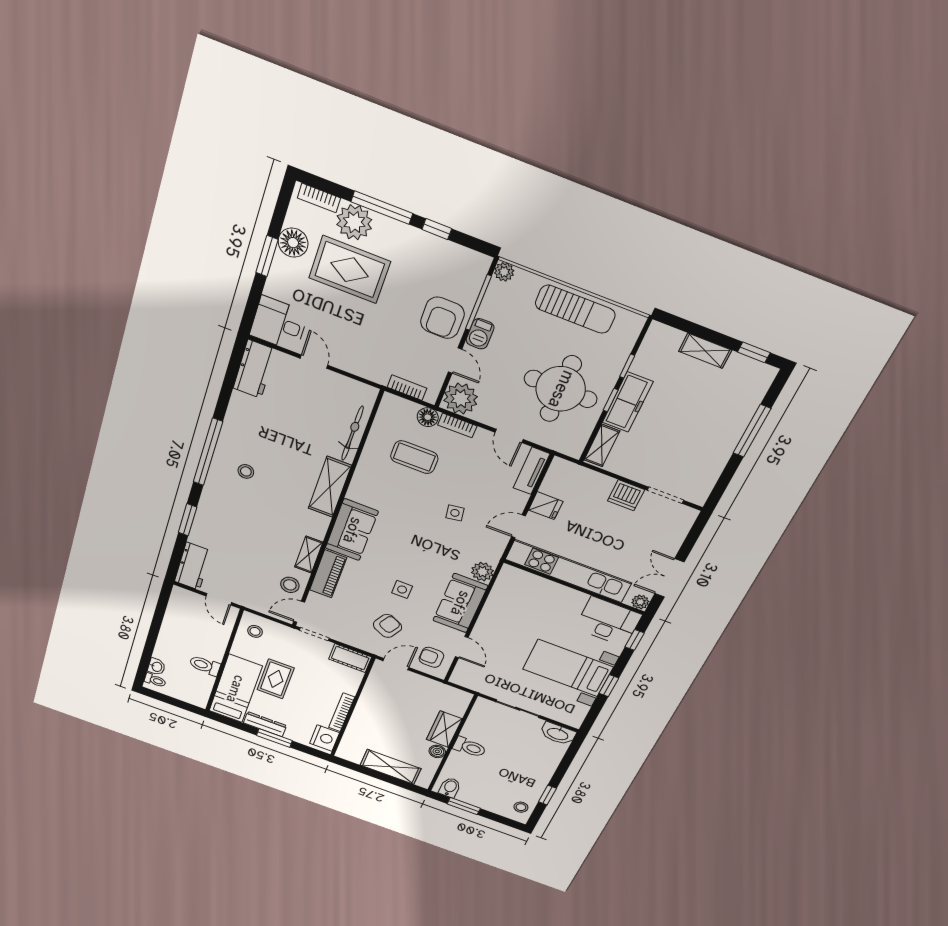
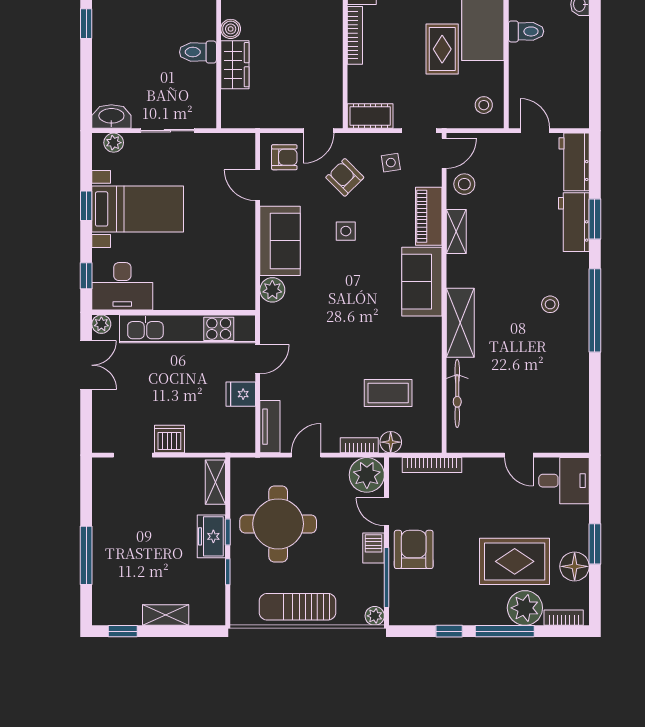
workbench: (254, 369) -> (574, 222), moved
bookcase: (407, 388) -> (432, 465), width x1.56
freezer: (628, 402) -> (211, 536), width x0.71
door: (509, 436) -> (306, 455), hinge flipped
side table: (455, 513) -> (391, 163), moved
armchair: (387, 626) -> (345, 177), turned 107
plant: (565, 717) -> (114, 143), added

